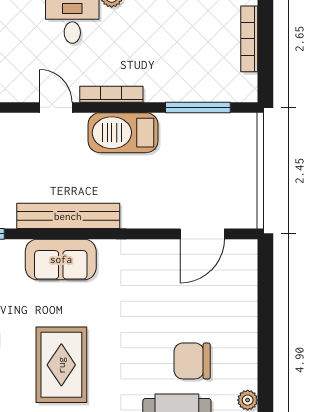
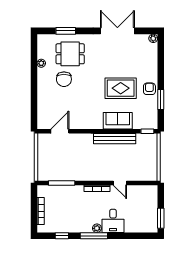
barbecue: (123, 133) -> (92, 173), removed
chair: (192, 361) -> (64, 79), turned 90
rug: (61, 365) -> (121, 88), moved, turned 90

